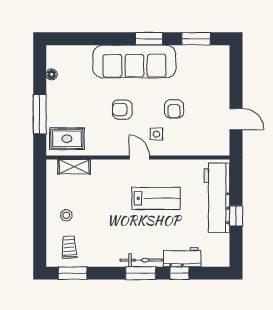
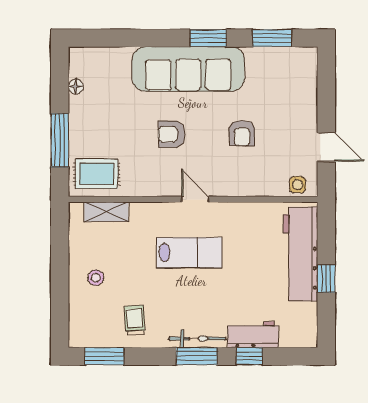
side table: (156, 134) -> (298, 185), moved
lab bench: (156, 198) -> (189, 253), moved
trolley: (69, 247) -> (135, 320), moved

